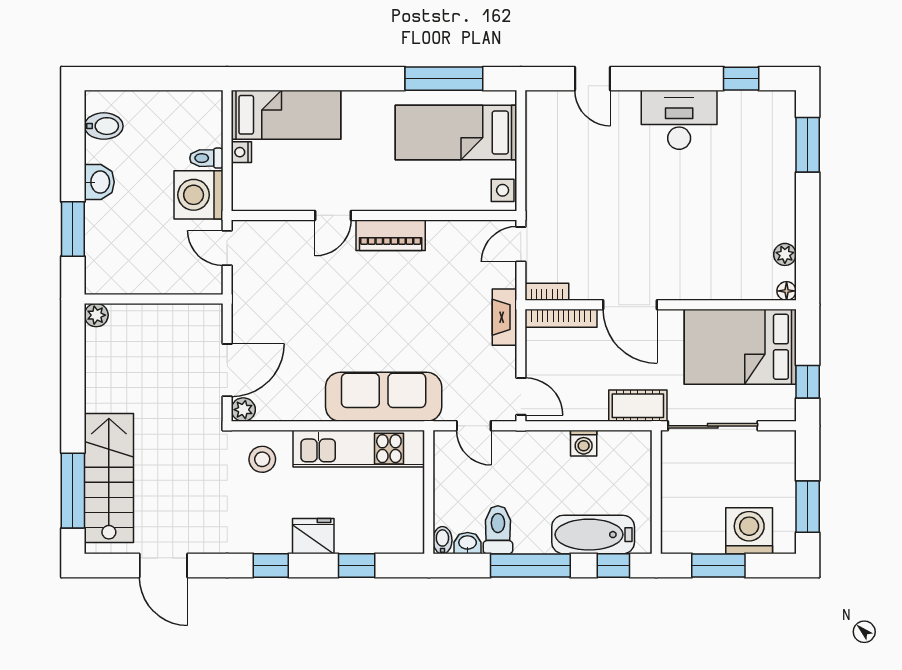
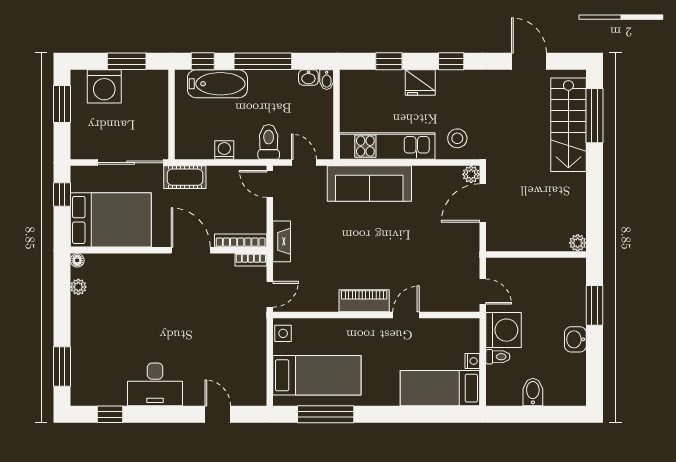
bidet: (104, 126) -> (533, 392), moved, turned 90
toilet: (498, 530) -> (269, 142), moved, turned 180

